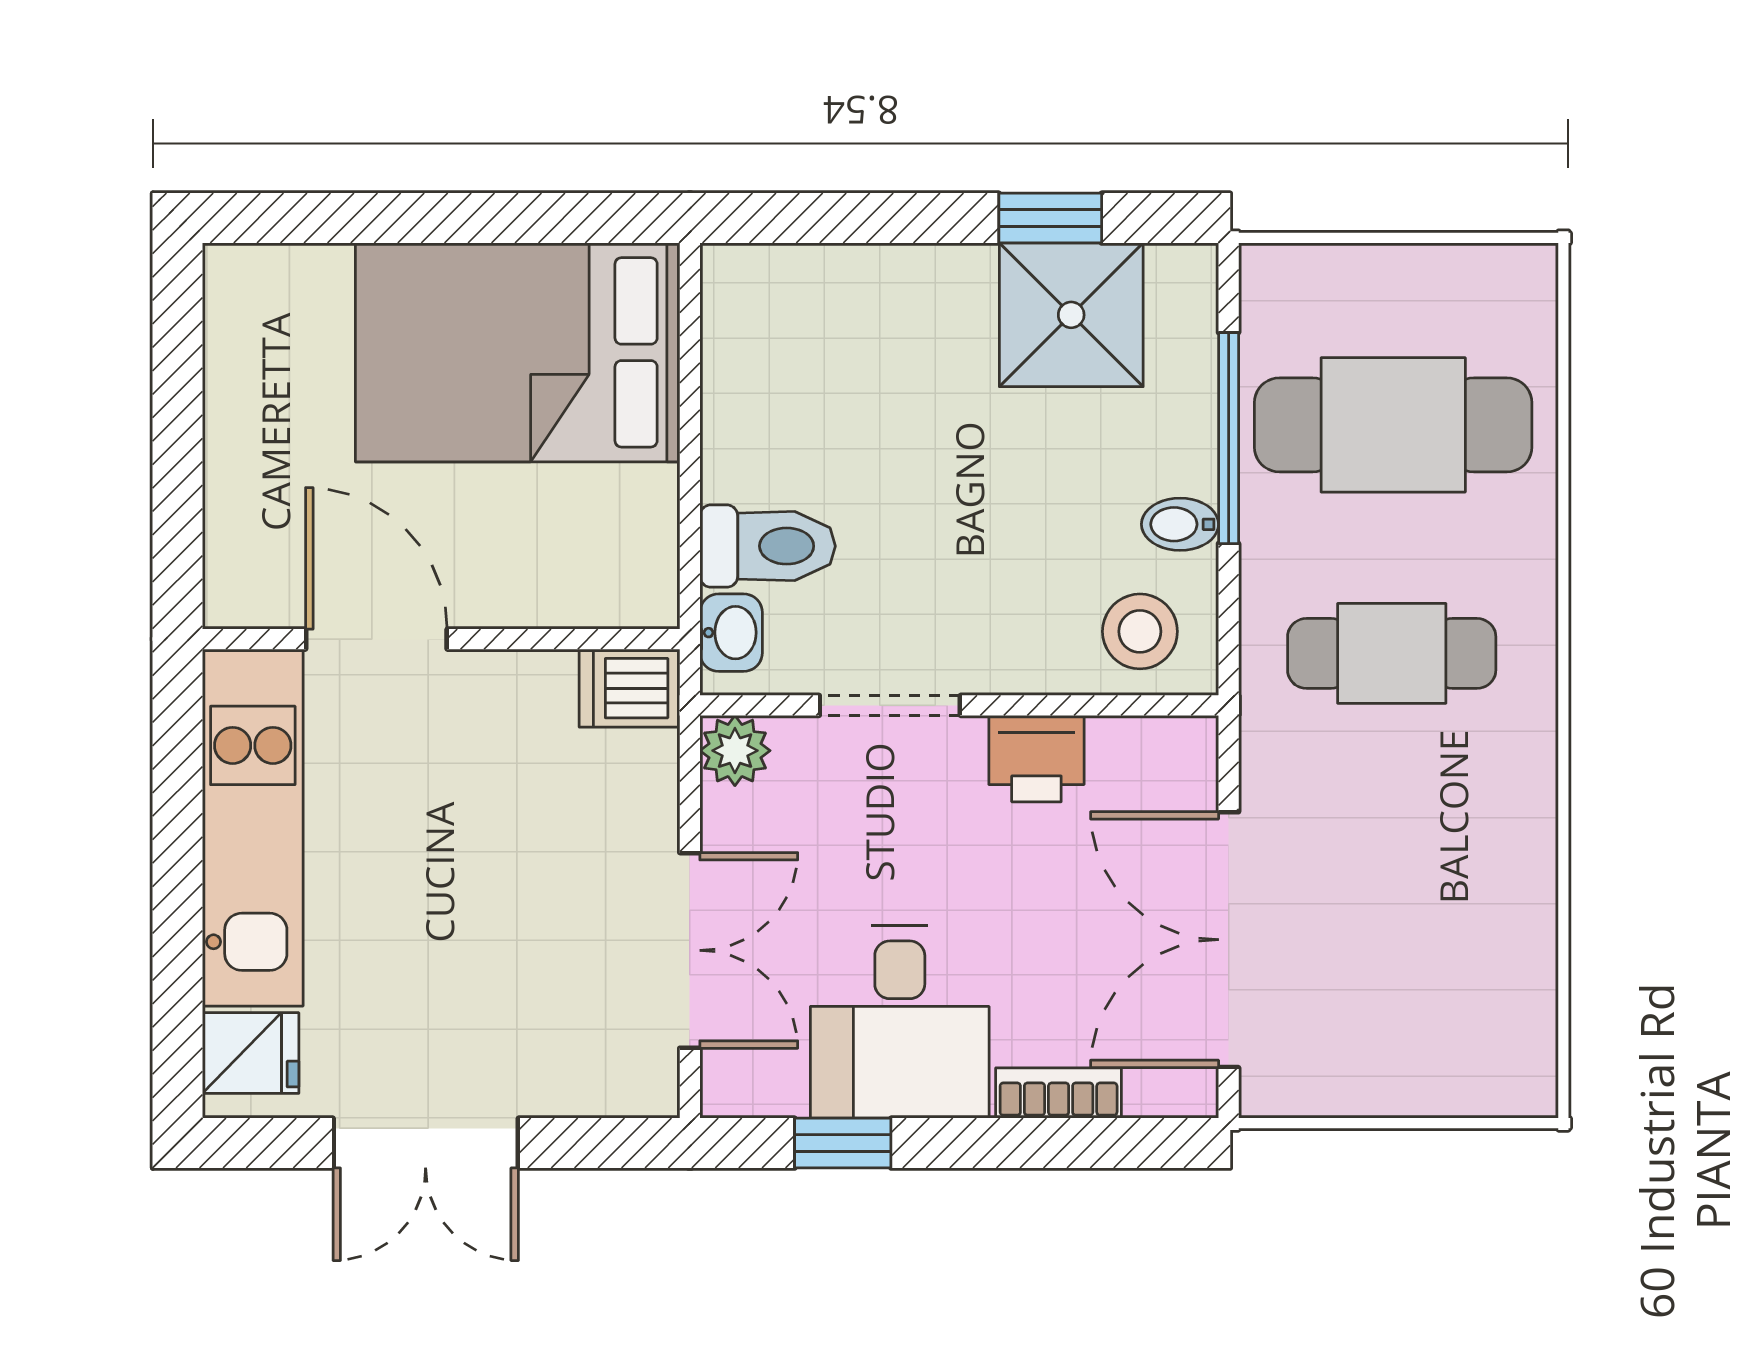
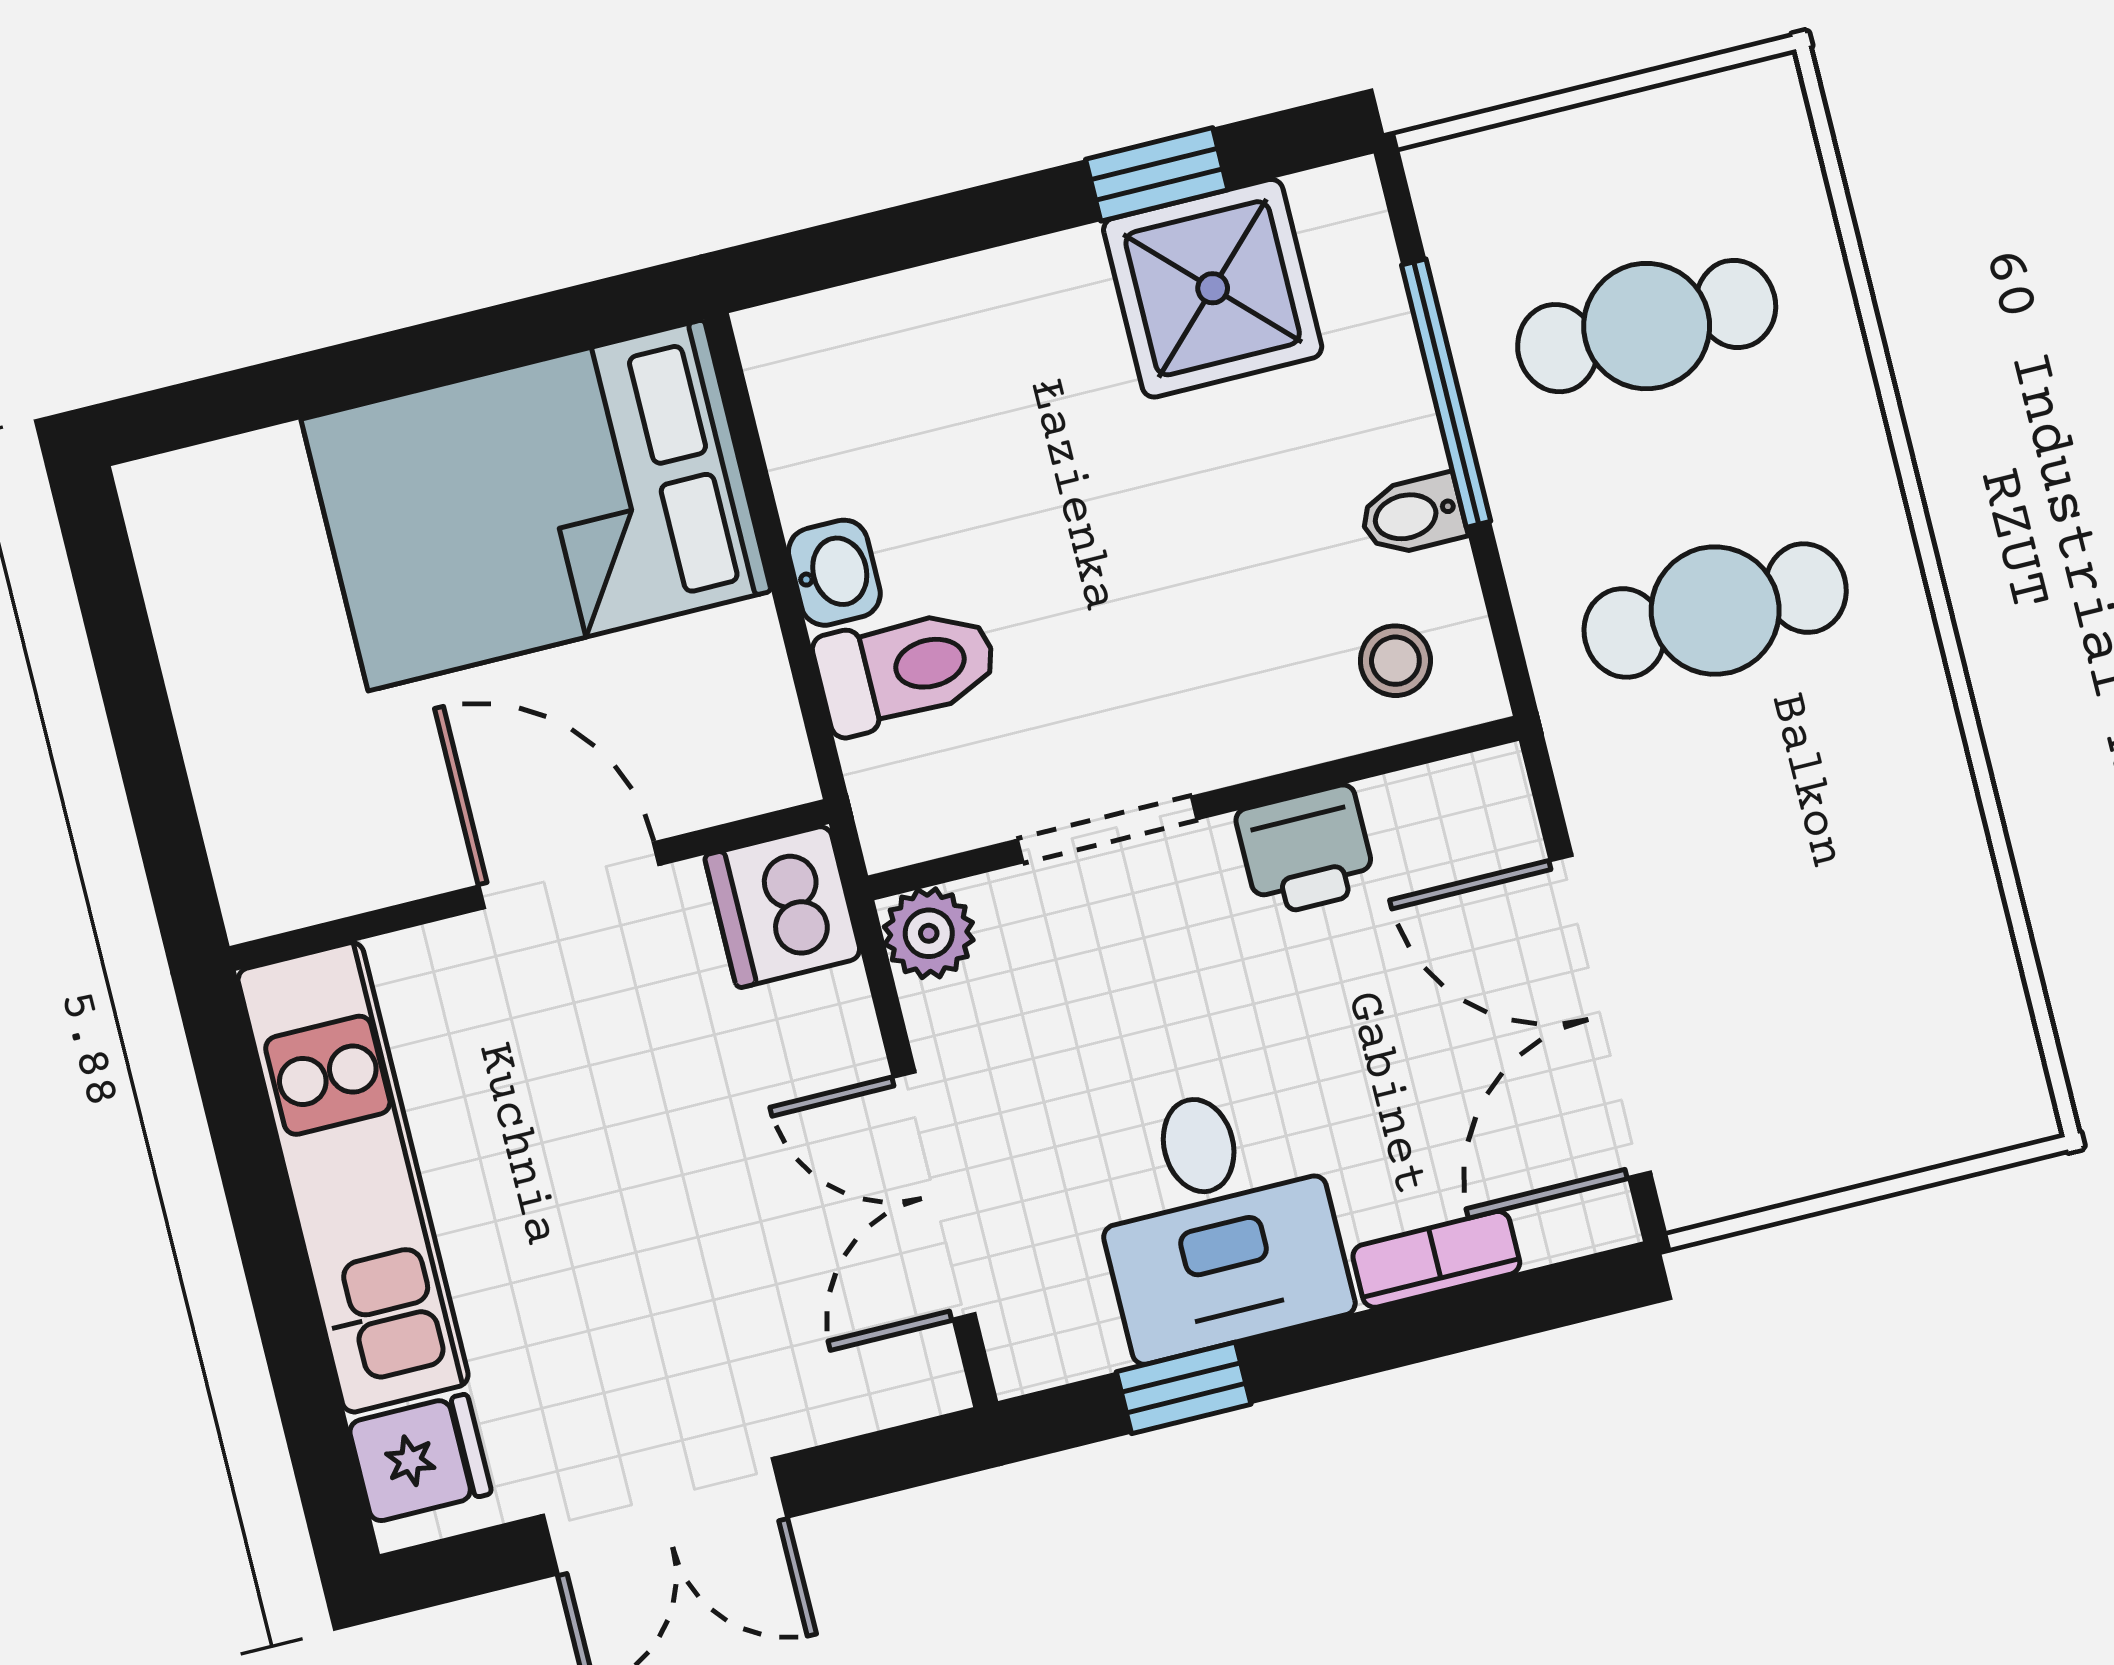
cafe table: (1393, 425) -> (1647, 326), width x0.73, depth x0.74
stool: (1140, 631) -> (1395, 661), width x0.73, depth x0.73
washbasin: (731, 633) -> (834, 573), moved
door: (376, 639) -> (569, 875), moved
dishwasher: (630, 688) -> (783, 906), width x1.38
double door: (690, 950) -> (934, 1196), swing flipped

